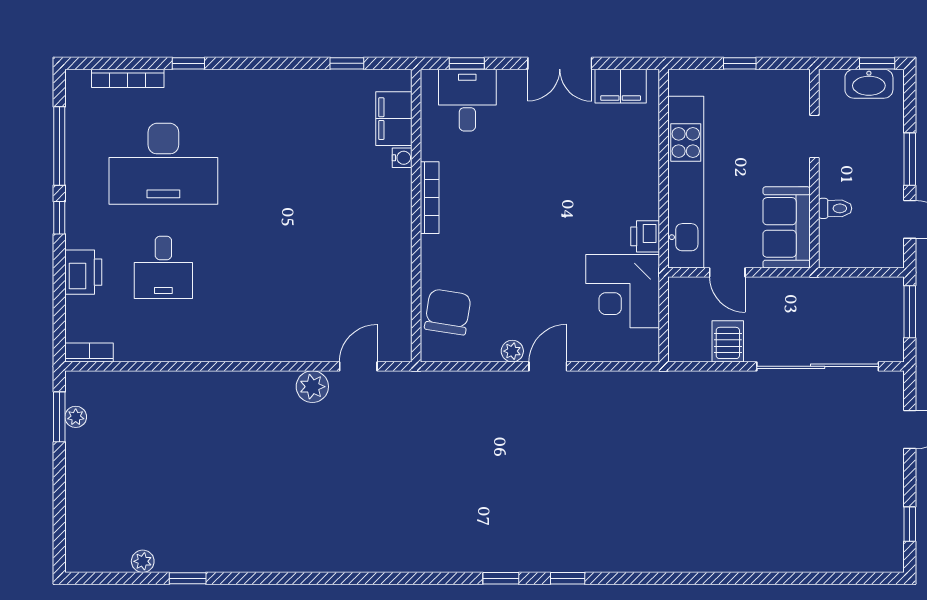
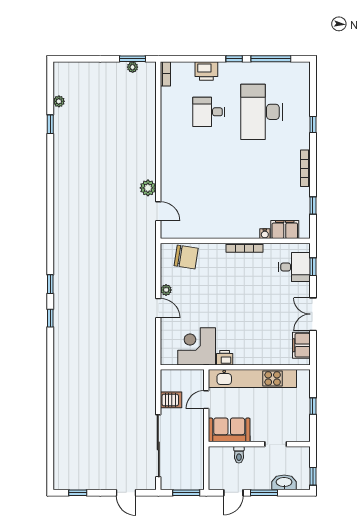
bookcase: (128, 78) -> (305, 168), moved
washbasin: (869, 84) -> (284, 482), moved, turned 90

